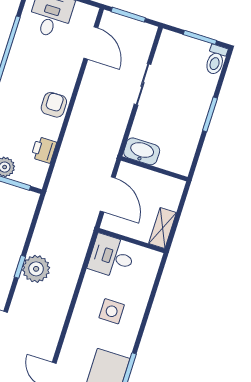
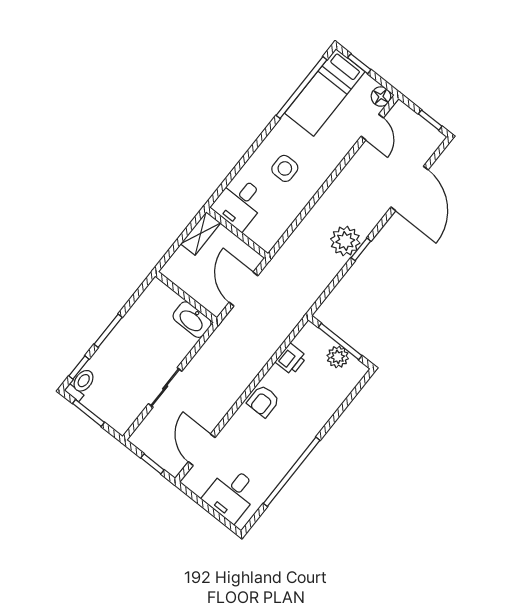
window: (128, 15) -> (152, 464), width x0.67
window: (223, 73) -> (79, 367), added
desk: (112, 257) -> (239, 203), moved, turned 90

